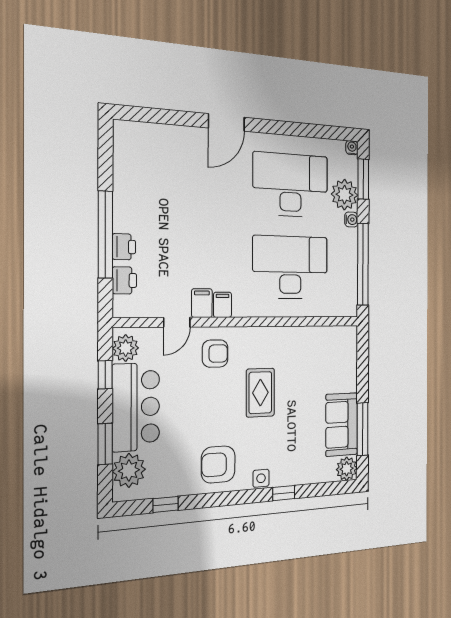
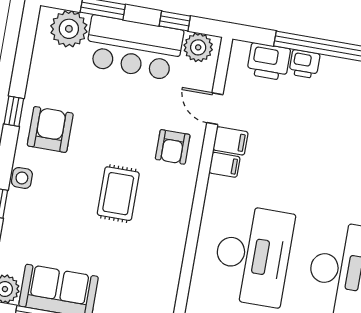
printer: (124, 280) -> (269, 62), width x1.36, depth x1.24
rug: (260, 393) -> (118, 194), turned 90
window: (166, 504) -> (14, 111), moved

